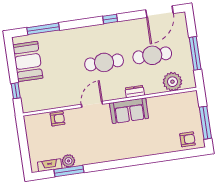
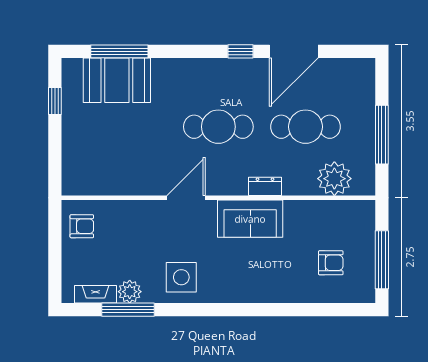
door: (159, 12) -> (294, 51), moved
booth: (28, 61) -> (117, 80), moved, turned 90
window: (16, 91) -> (55, 101), moved
armchair: (58, 119) -> (82, 226), moved
armchair: (188, 139) -> (331, 263), moved
side table: (96, 149) -> (181, 277), added

